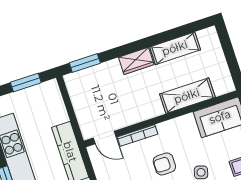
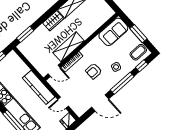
shelving: (187, 96) -> (69, 47), moved

